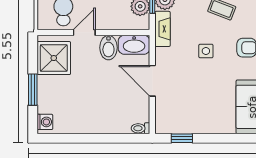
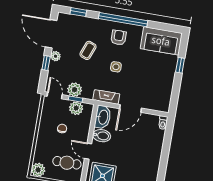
fireplace: (162, 29) -> (106, 97), moved
window: (182, 138) -> (180, 65), moved

